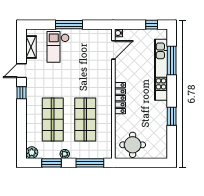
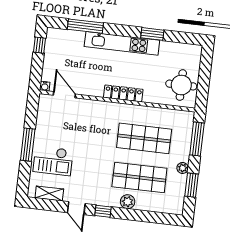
kitchen unit: (161, 70) -> (122, 43), moved
plant: (32, 153) -> (128, 202), moved

